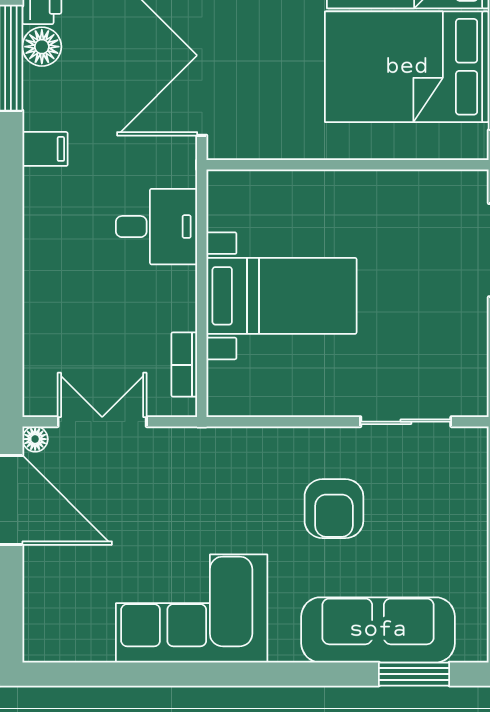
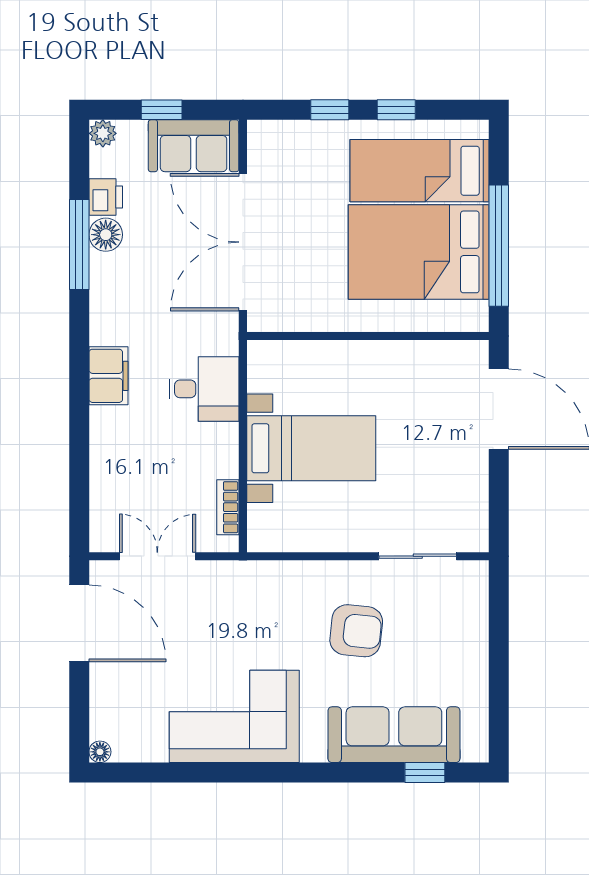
filing cabinet: (45, 149) -> (108, 376), moved, width x2.00
floor lamp: (35, 439) -> (100, 752), moved
armchair: (334, 509) -> (356, 631), turned -84
window: (414, 674) -> (425, 773), width x0.67

